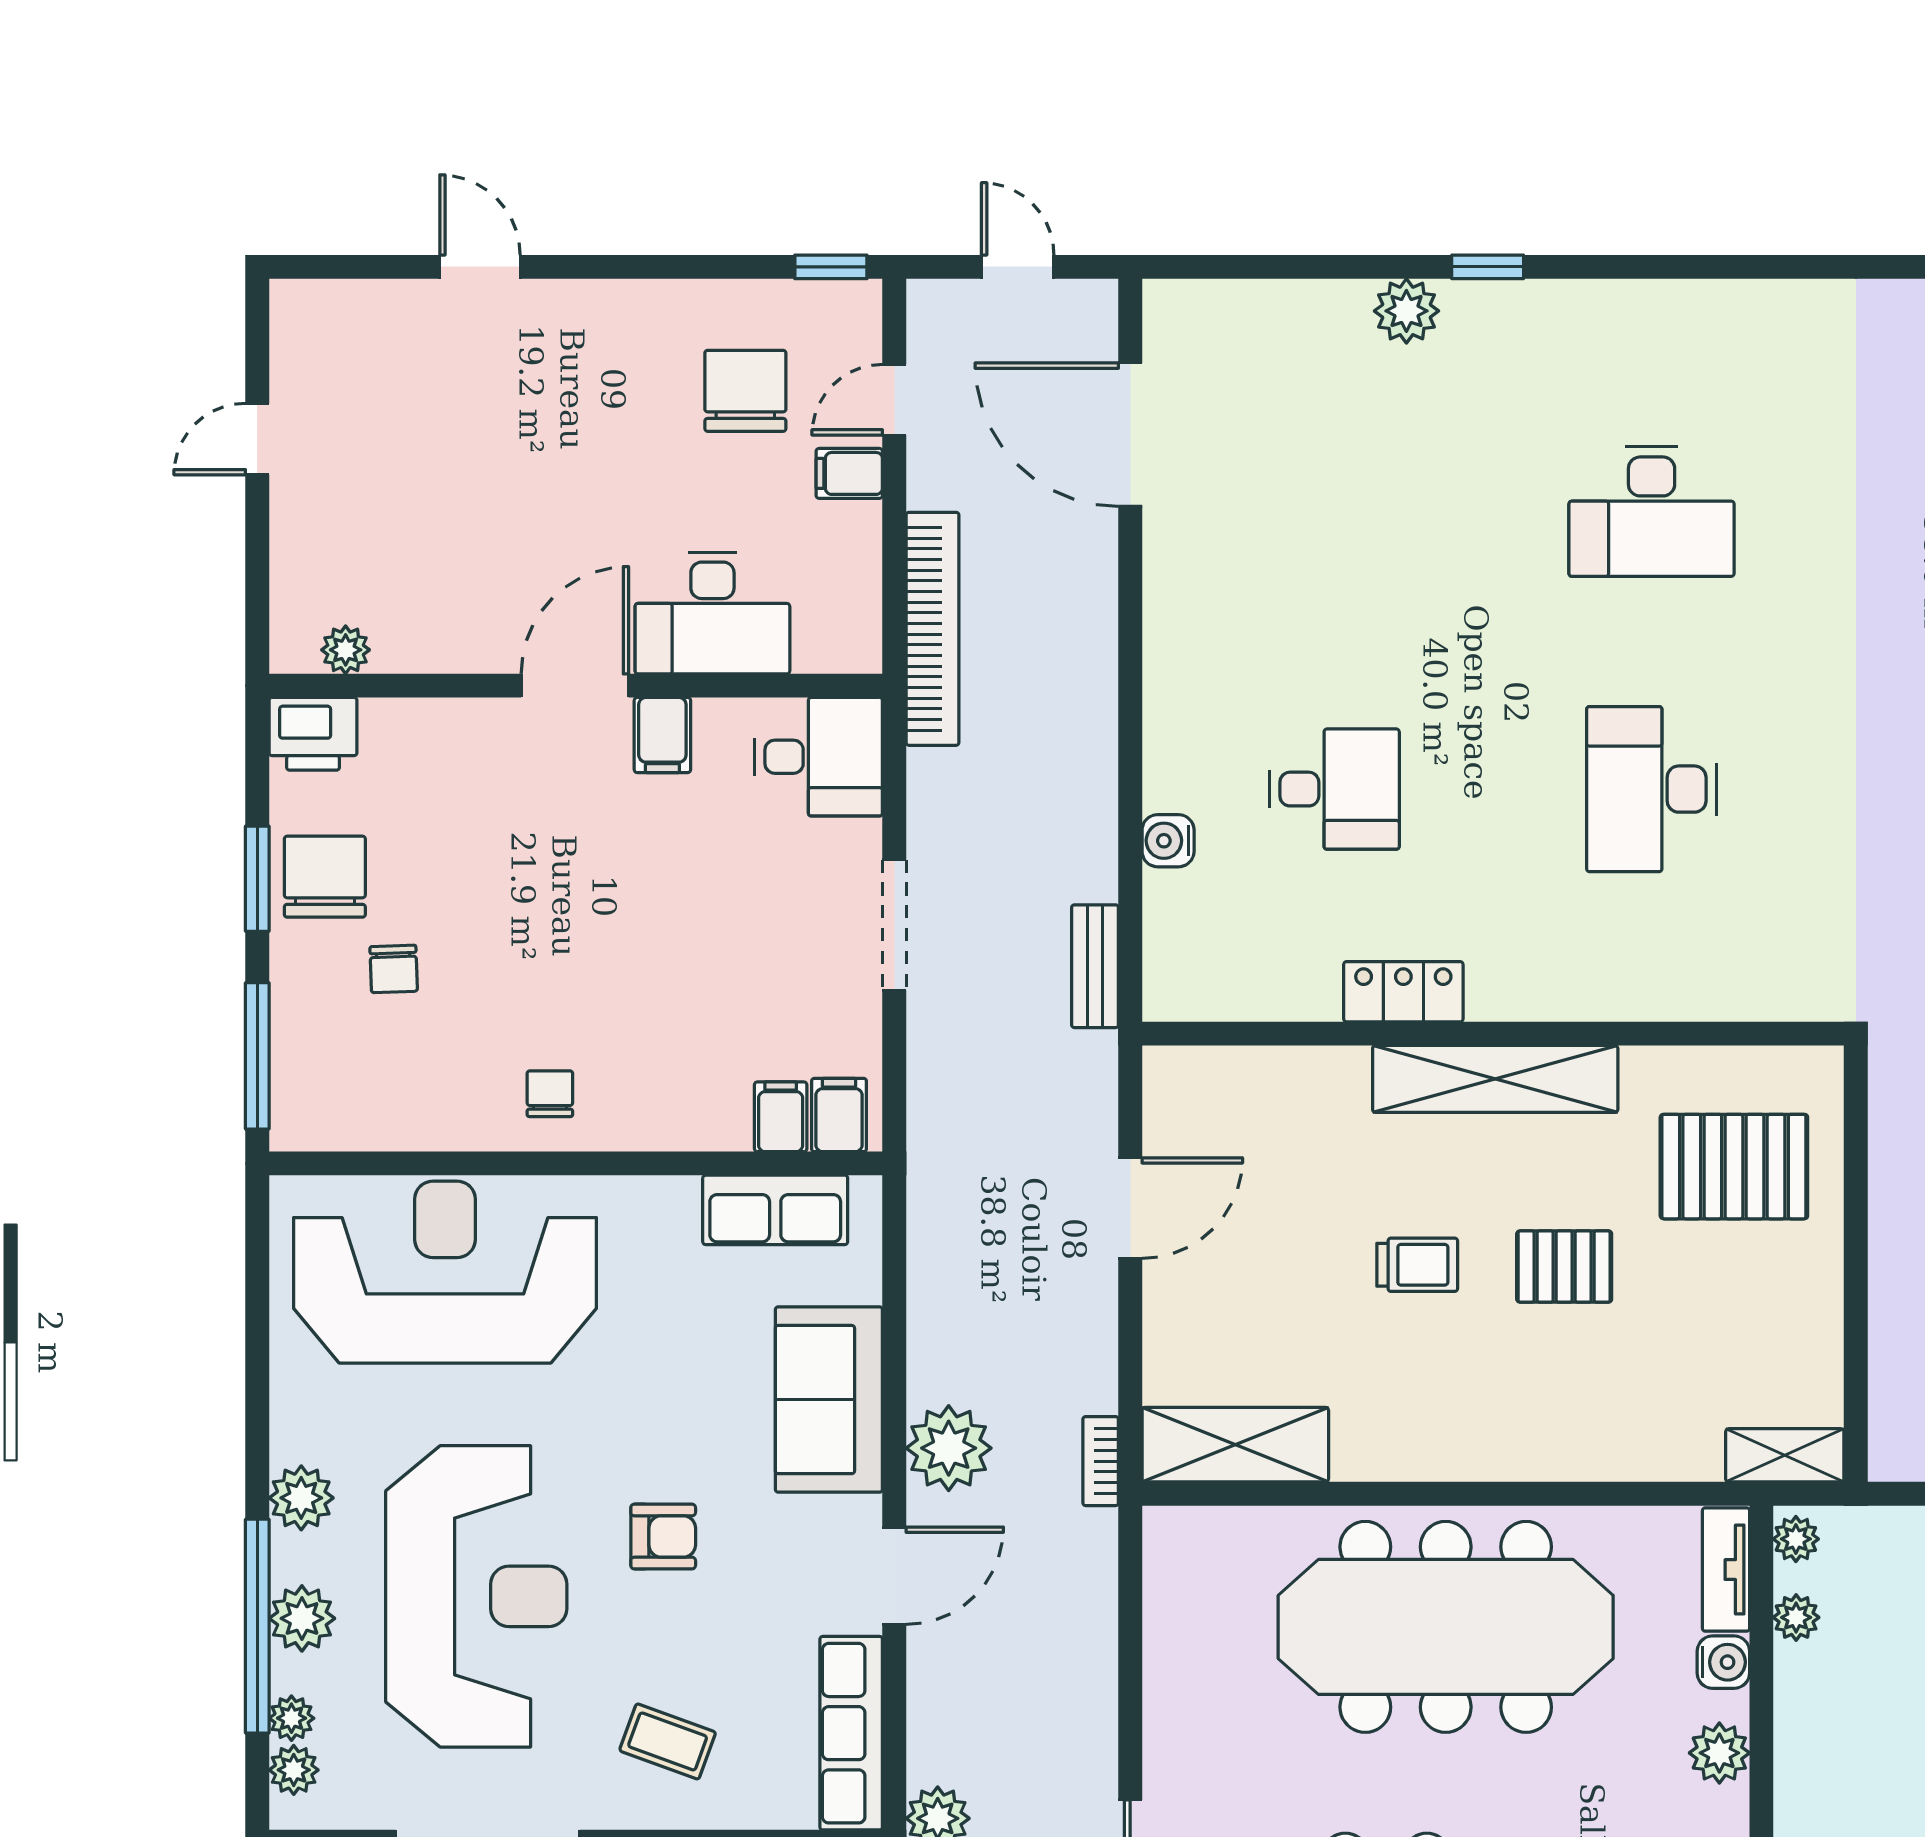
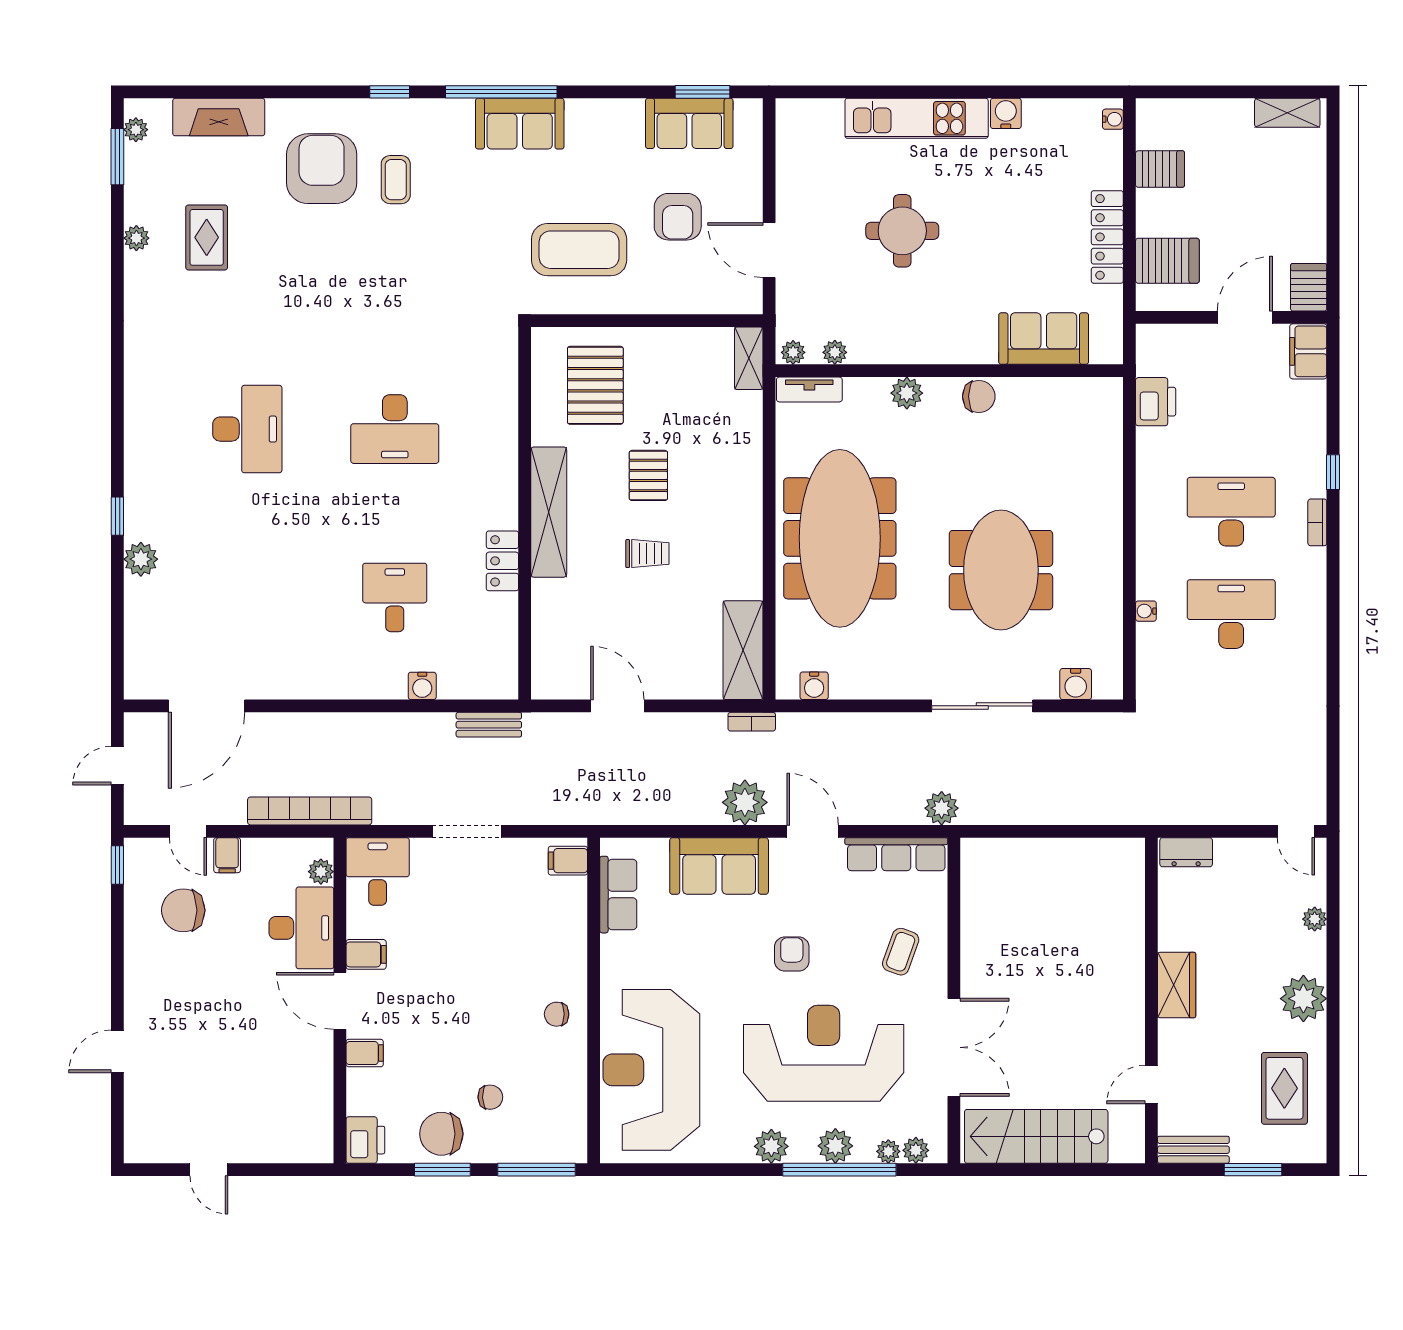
plant: (346, 650) -> (321, 872), moved
filing cabinet: (781, 1117) -> (365, 1053), moved, turned 180
trolley: (1417, 1265) -> (647, 554), turned 90
water cooler: (1723, 1662) -> (814, 686), moved, turned 180

